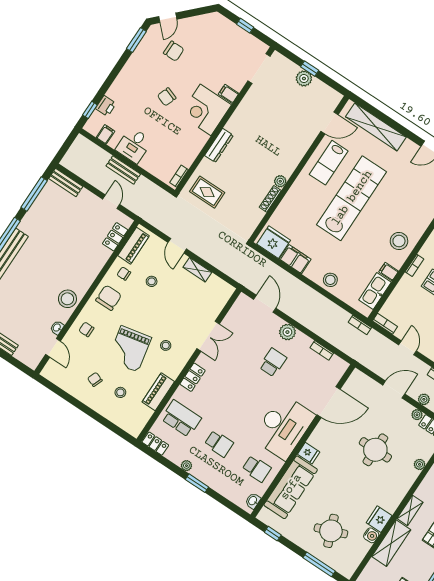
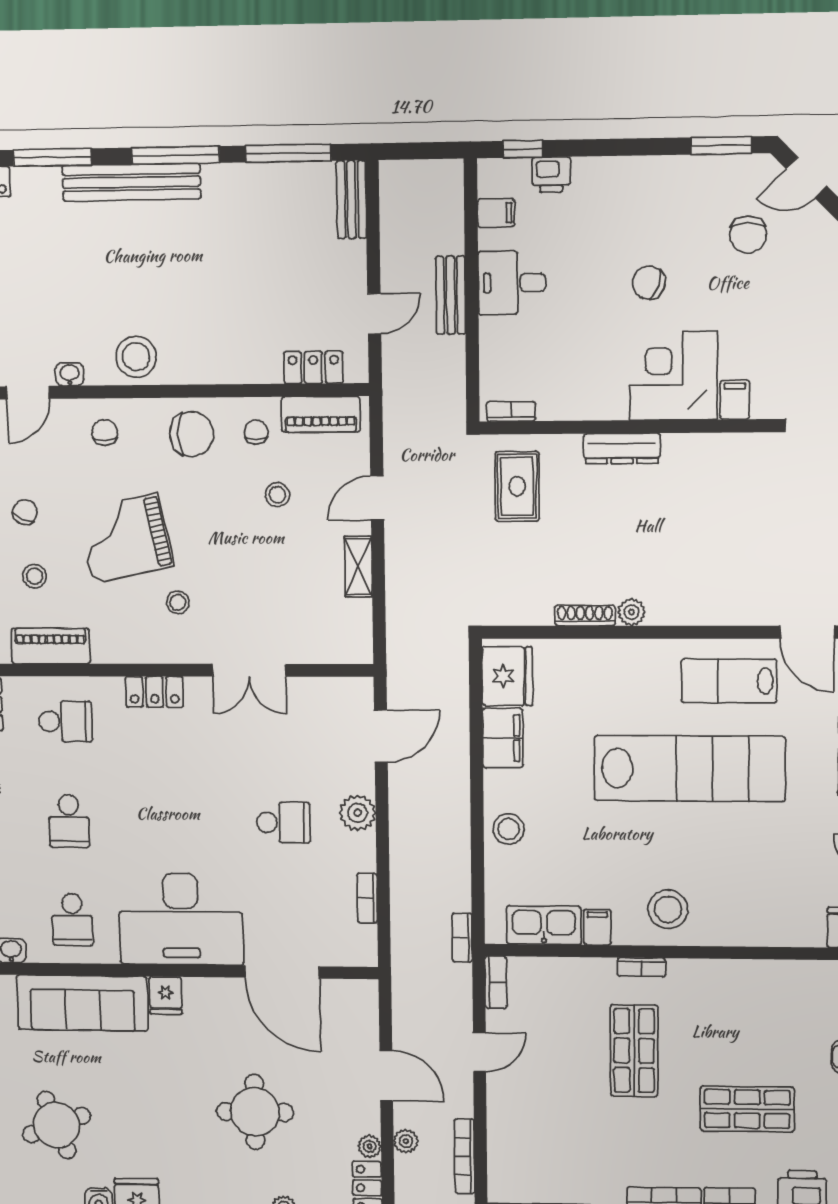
piano: (158, 392) -> (50, 646), moved
school desk: (181, 419) -> (66, 721), width x0.54

